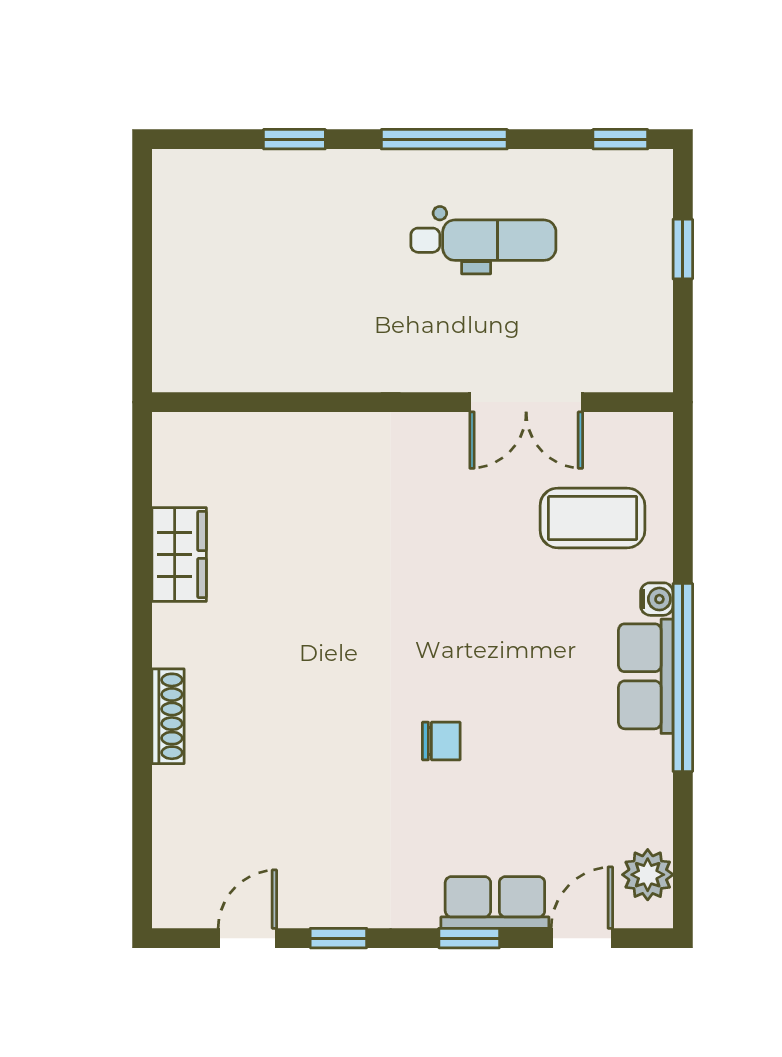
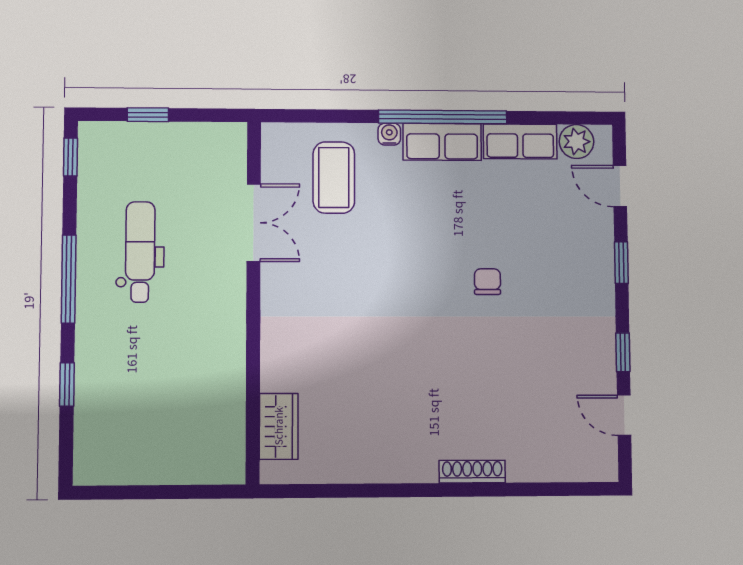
wardrobe: (179, 554) -> (279, 426), moved, turned 90
row of seats: (495, 902) -> (520, 141), moved, turned -90

